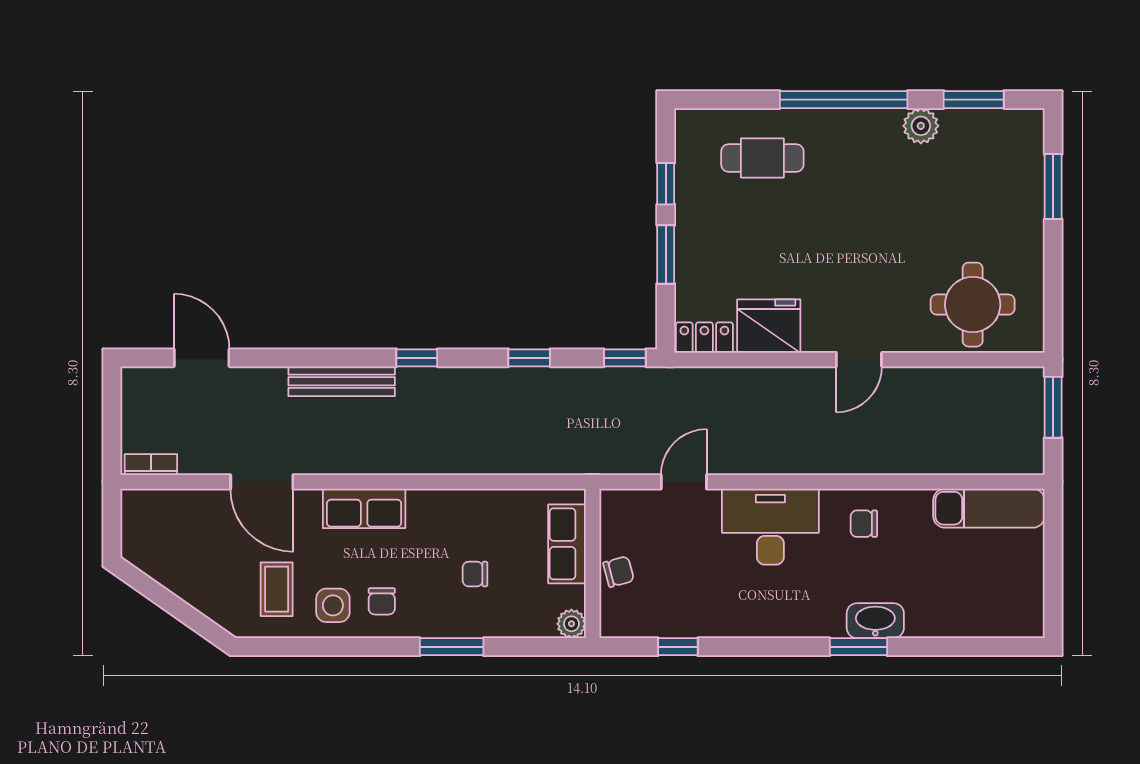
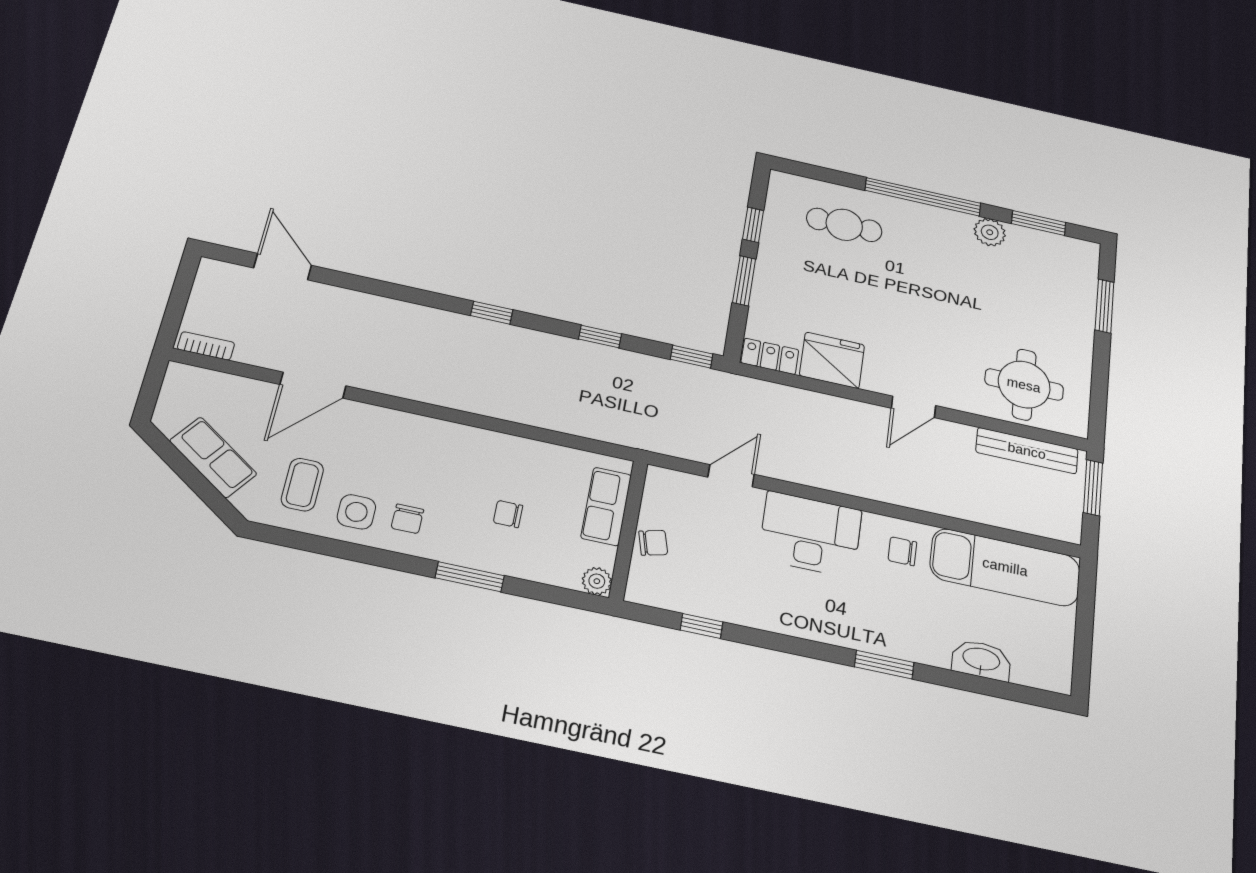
bench: (342, 381) -> (1027, 451), moved
door: (262, 482) -> (313, 385), hinge flipped
row of seats: (364, 508) -> (213, 457), moved, turned -145
exam couch: (989, 508) -> (1005, 567), width x1.36, depth x1.45
washbasin: (875, 621) -> (981, 660), moved

